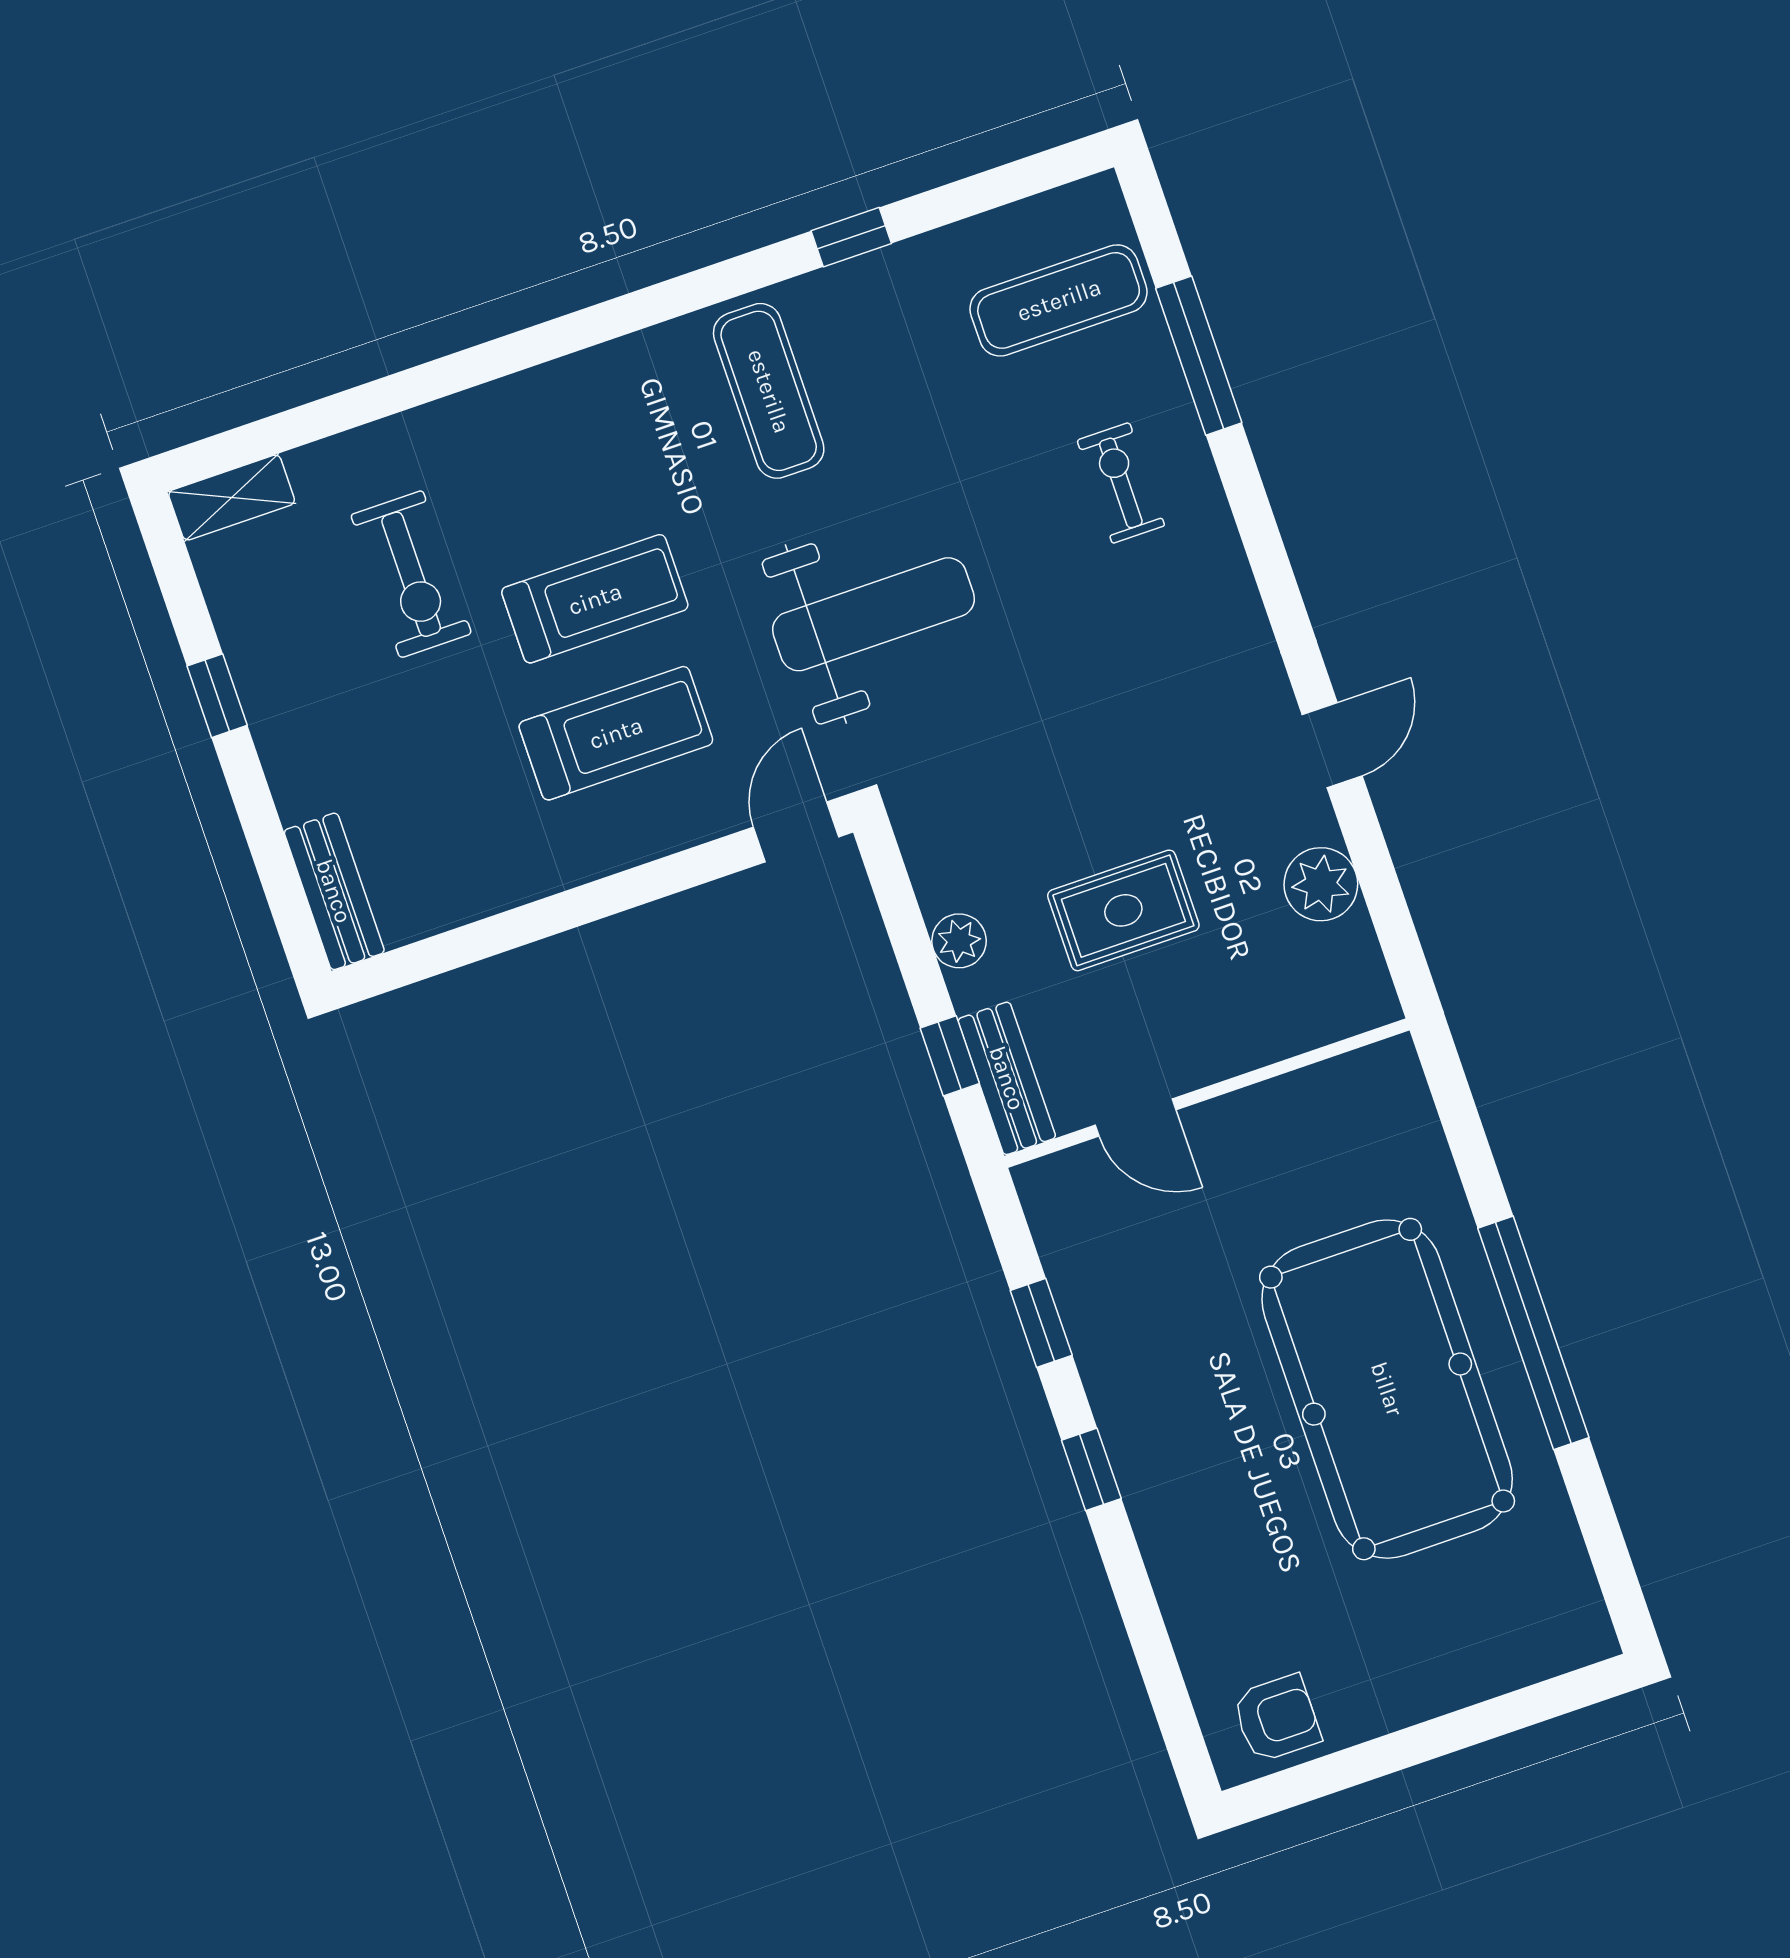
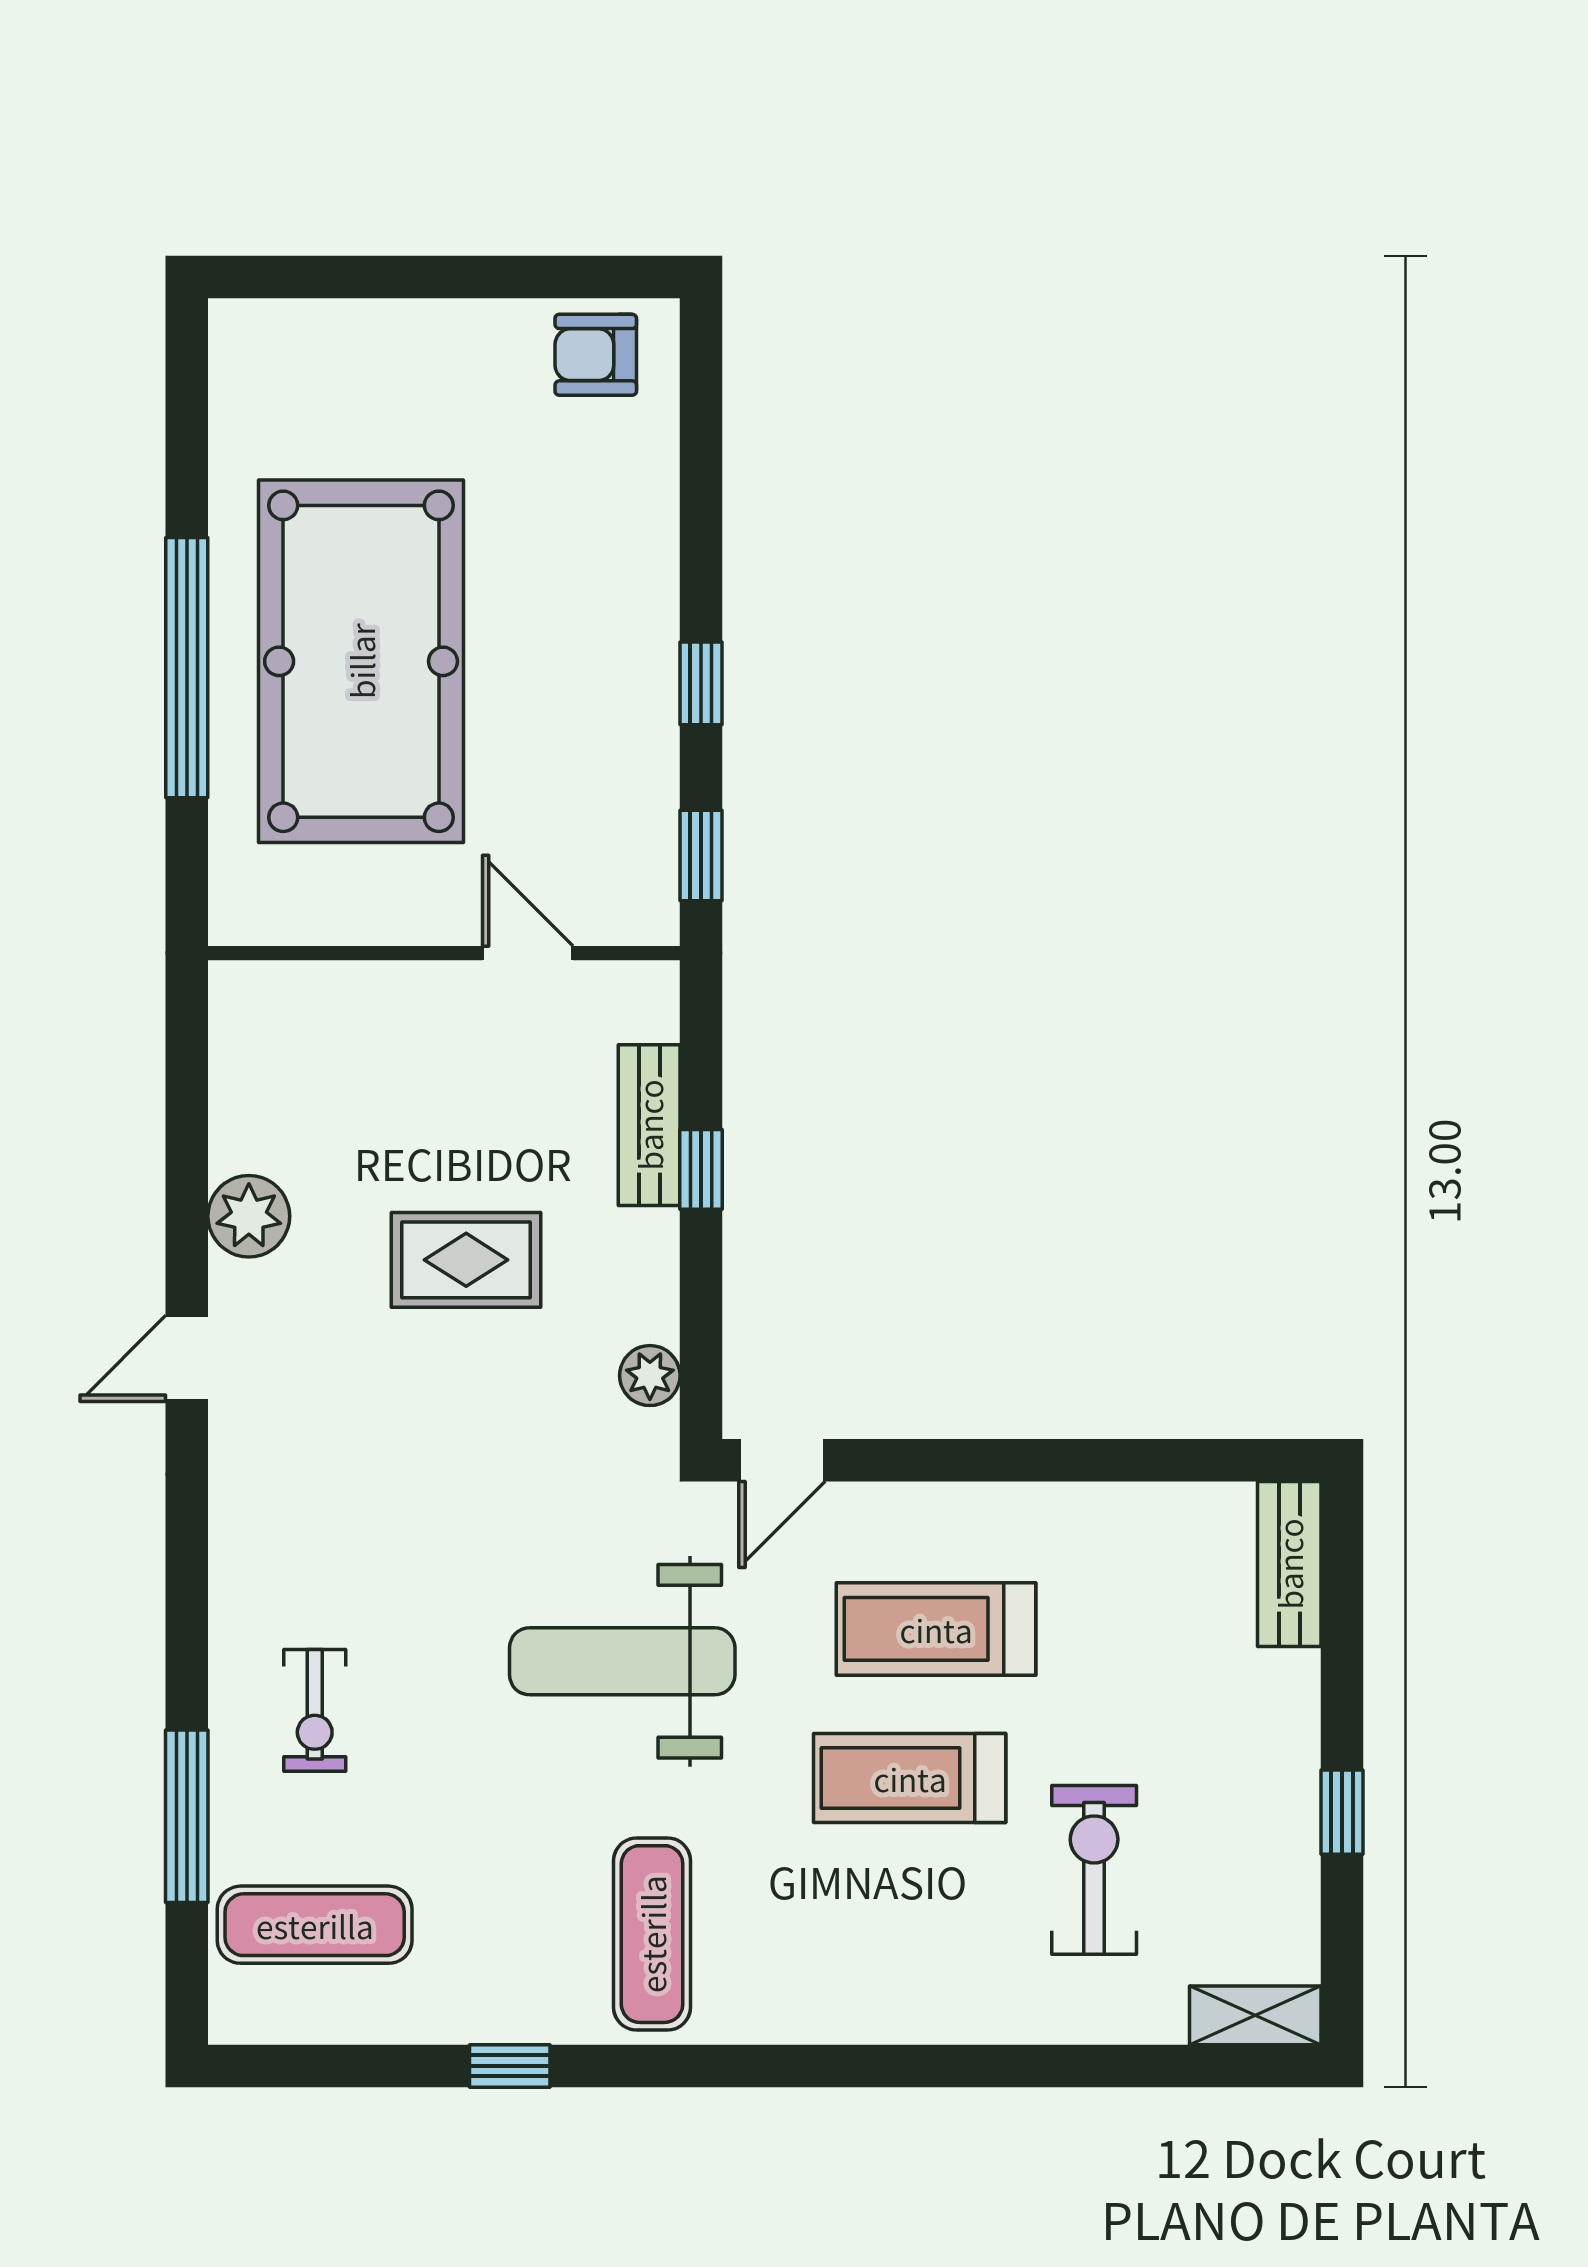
plant: (959, 941) -> (650, 1376), moved
wall: (1207, 1093) -> (444, 953), moved
door: (1136, 1117) -> (528, 953), moved

